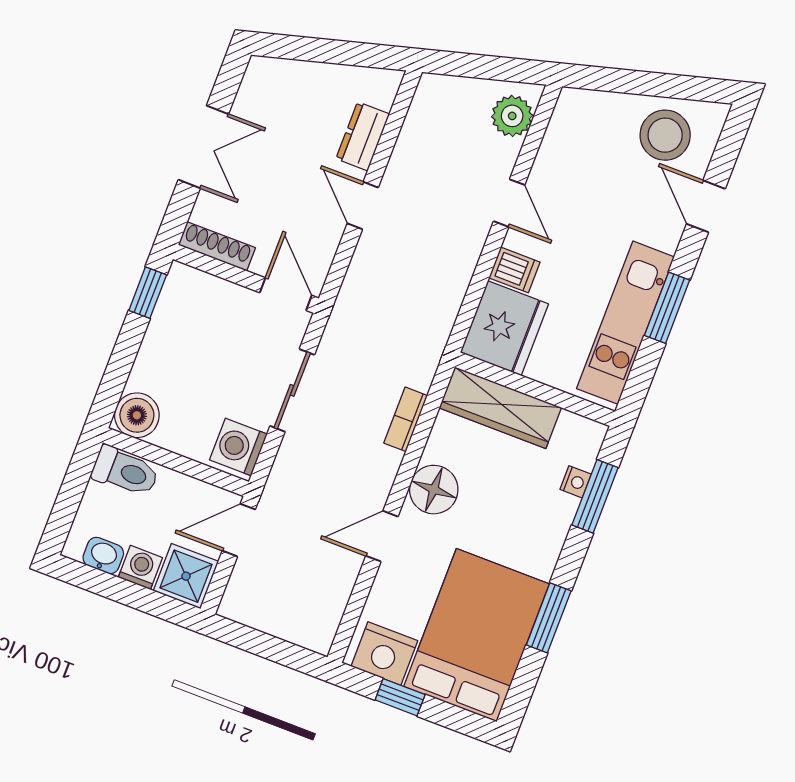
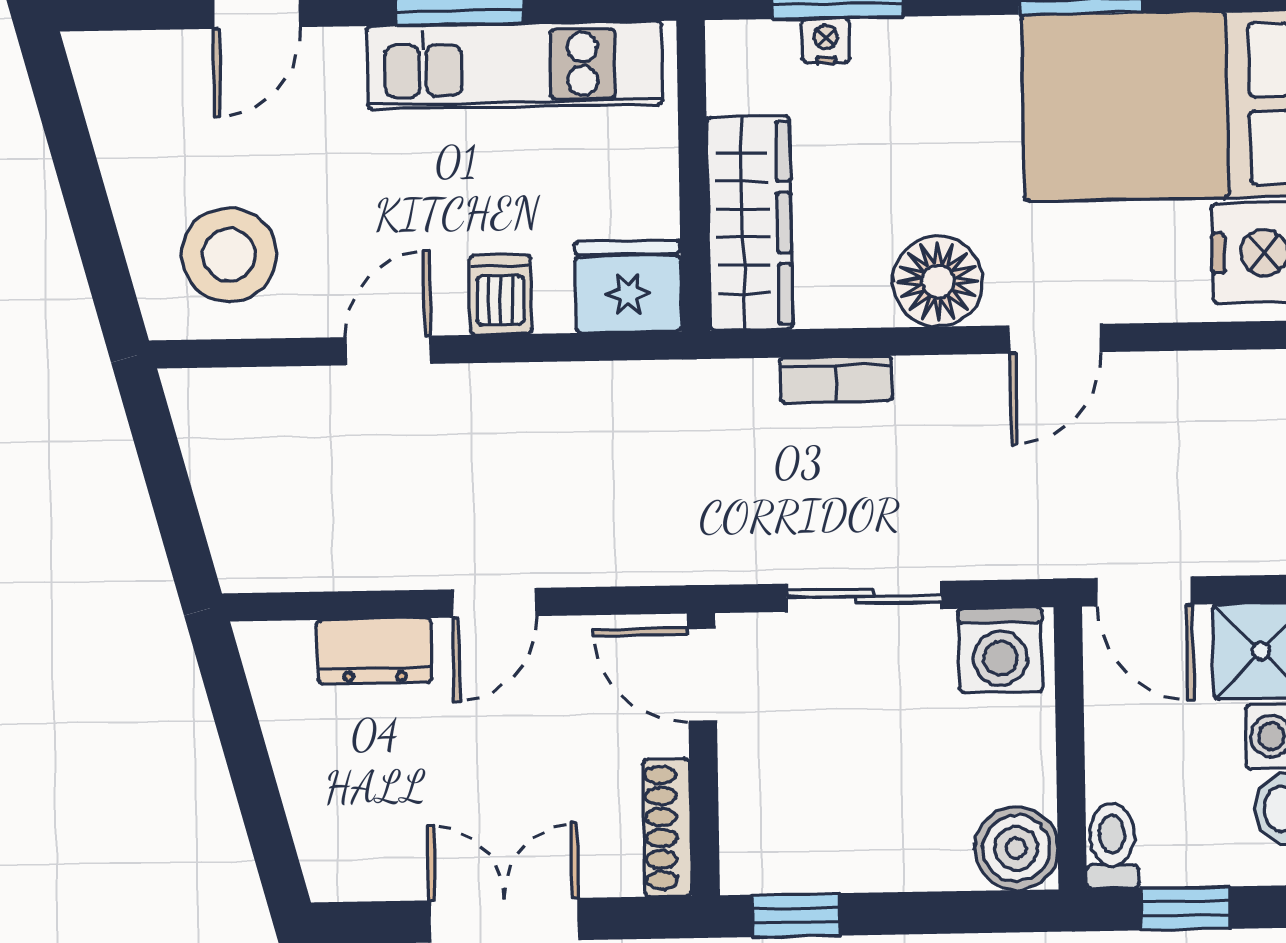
plant: (512, 116) -> (235, 406), removed
stool: (665, 135) -> (229, 255), moved
door: (286, 294) -> (702, 675), hinge flipped
fridge: (504, 328) -> (628, 287), width x0.73, depth x0.75
toilet: (125, 471) -> (1112, 846), width x0.73, depth x0.72
window: (73, 487) -> (1186, 908), added
door: (382, 536) -> (1055, 339), hinge flipped

